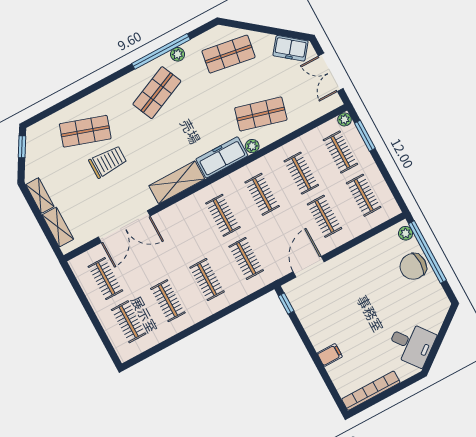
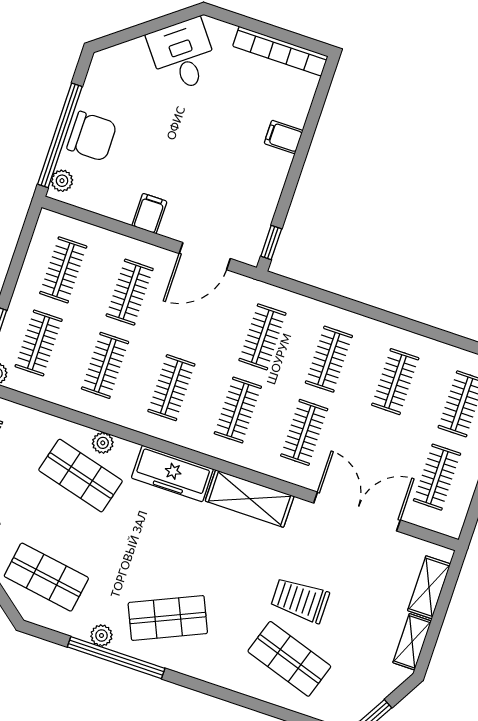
plant: (252, 146) -> (103, 443), moved
clothes rail: (184, 236) -> (304, 432), added
filing cabinet: (352, 260) -> (149, 214), added

